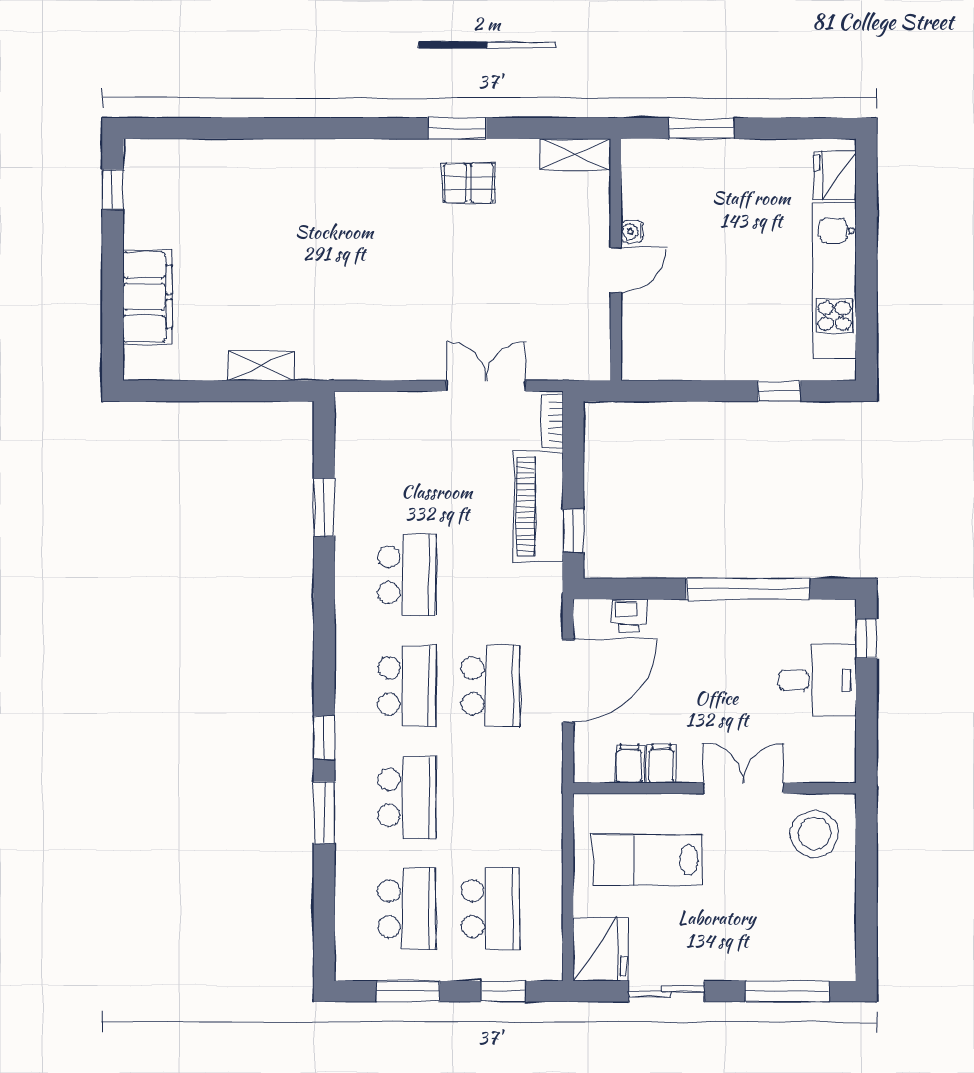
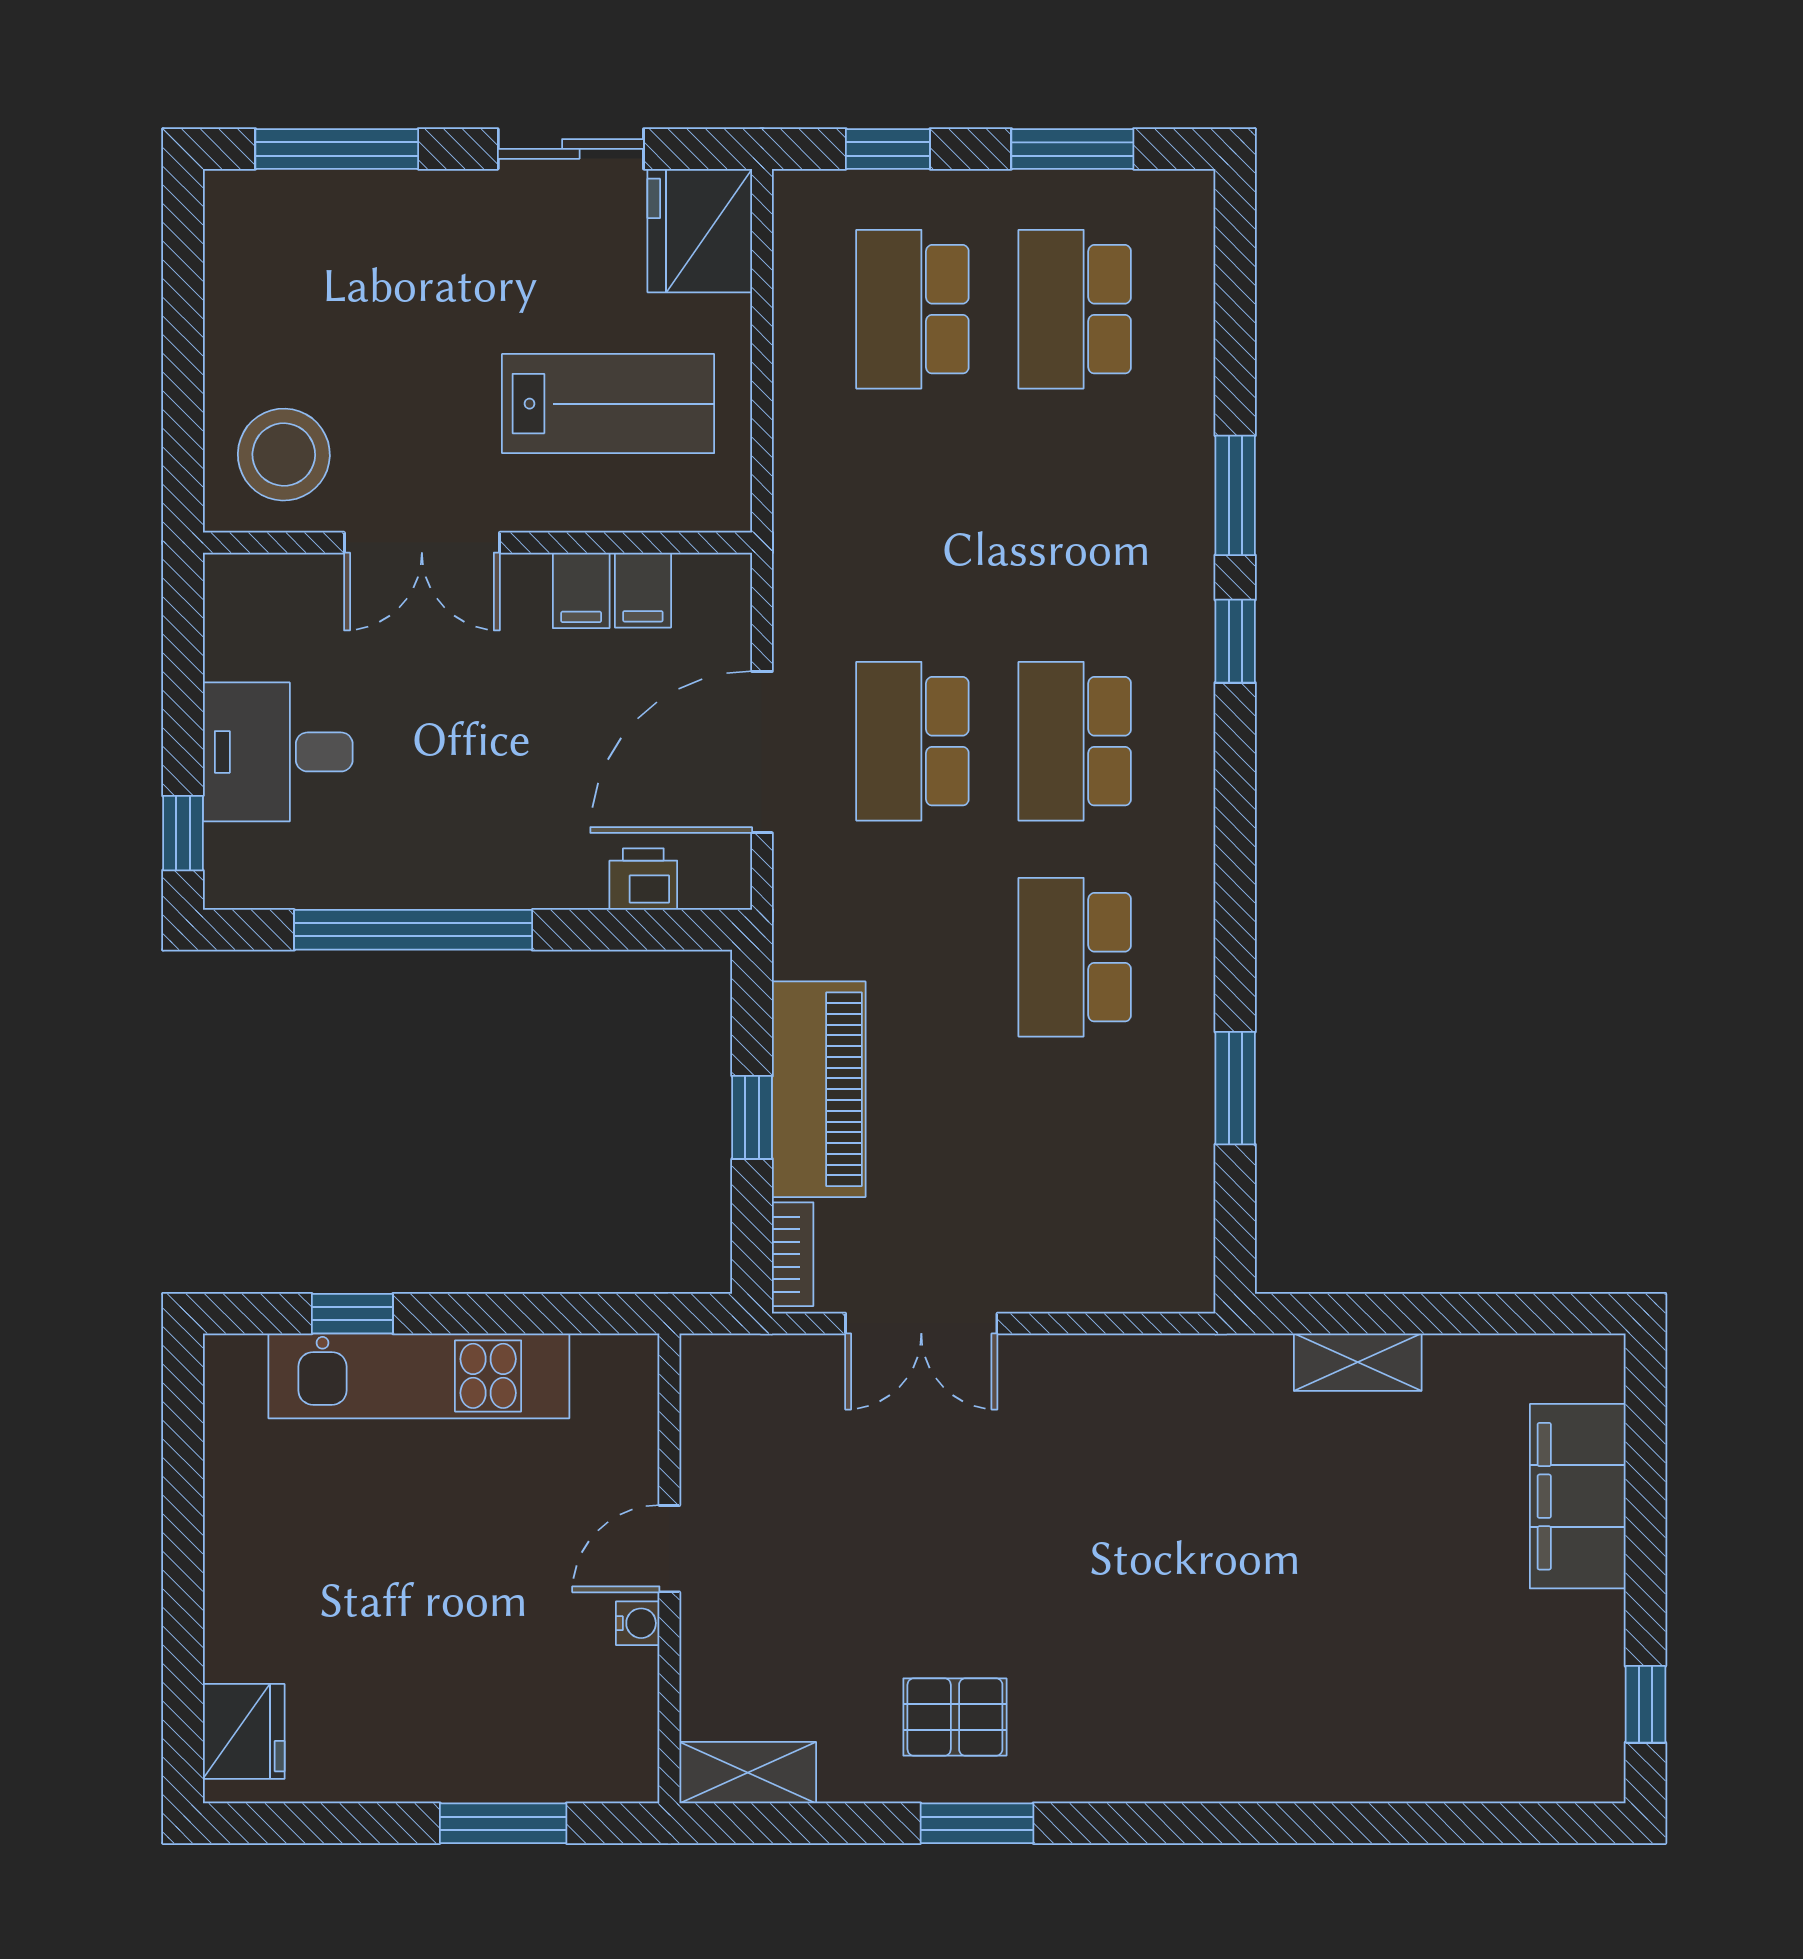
kitchen unit: (834, 280) -> (419, 1376), moved, turned 90
window: (573, 531) -> (752, 1117), moved
school desk: (407, 797) -> (1075, 525), removed

